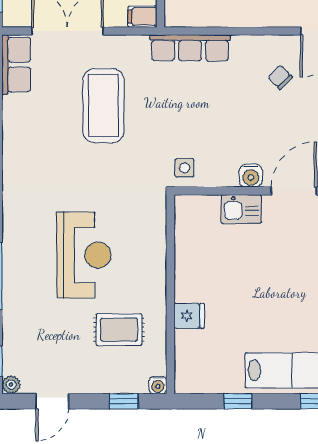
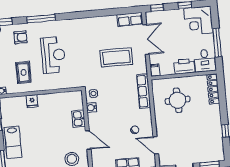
water cooler: (251, 176) -> (91, 108), moved
reception desk: (84, 255) -> (53, 55), turned -90
armchair: (35, 329) -> (20, 37), added

